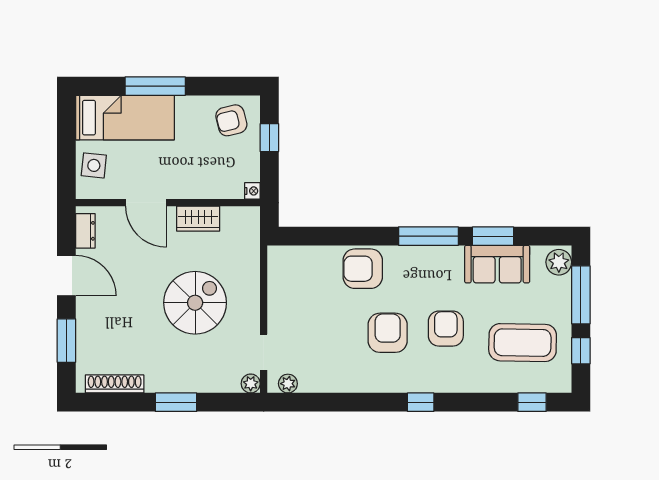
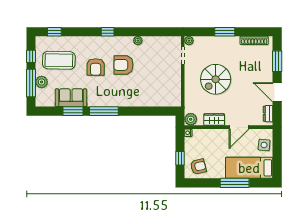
door: (146, 203) -> (239, 127), swing flipped
plant: (247, 219) -> (191, 119), added
plant: (559, 262) -> (42, 82), moved
armchair: (363, 269) -> (135, 96), removed
armchair: (388, 333) -> (123, 65), turned 90
plant: (288, 384) -> (138, 41), moved

